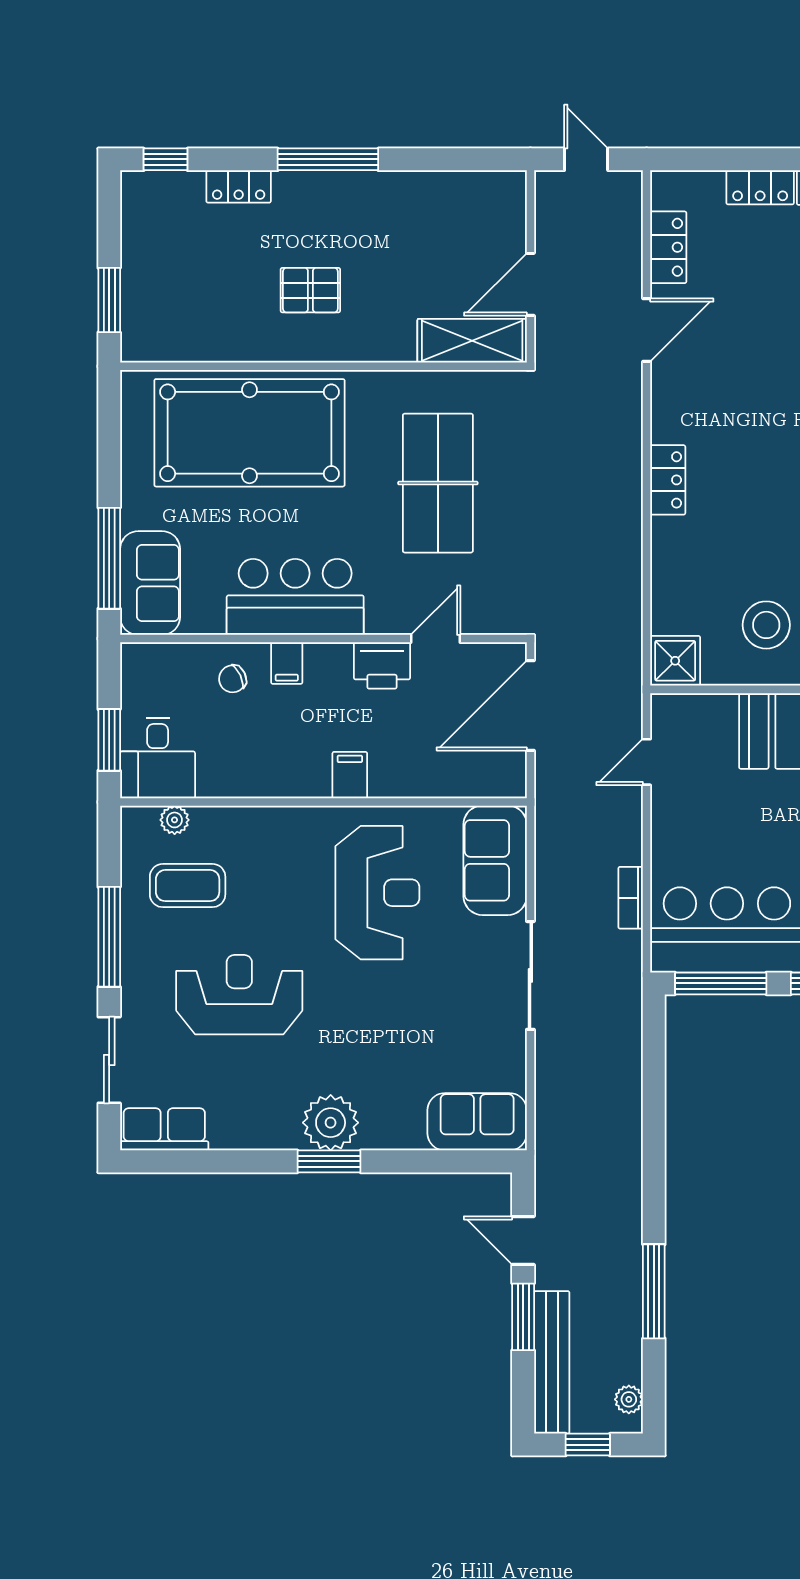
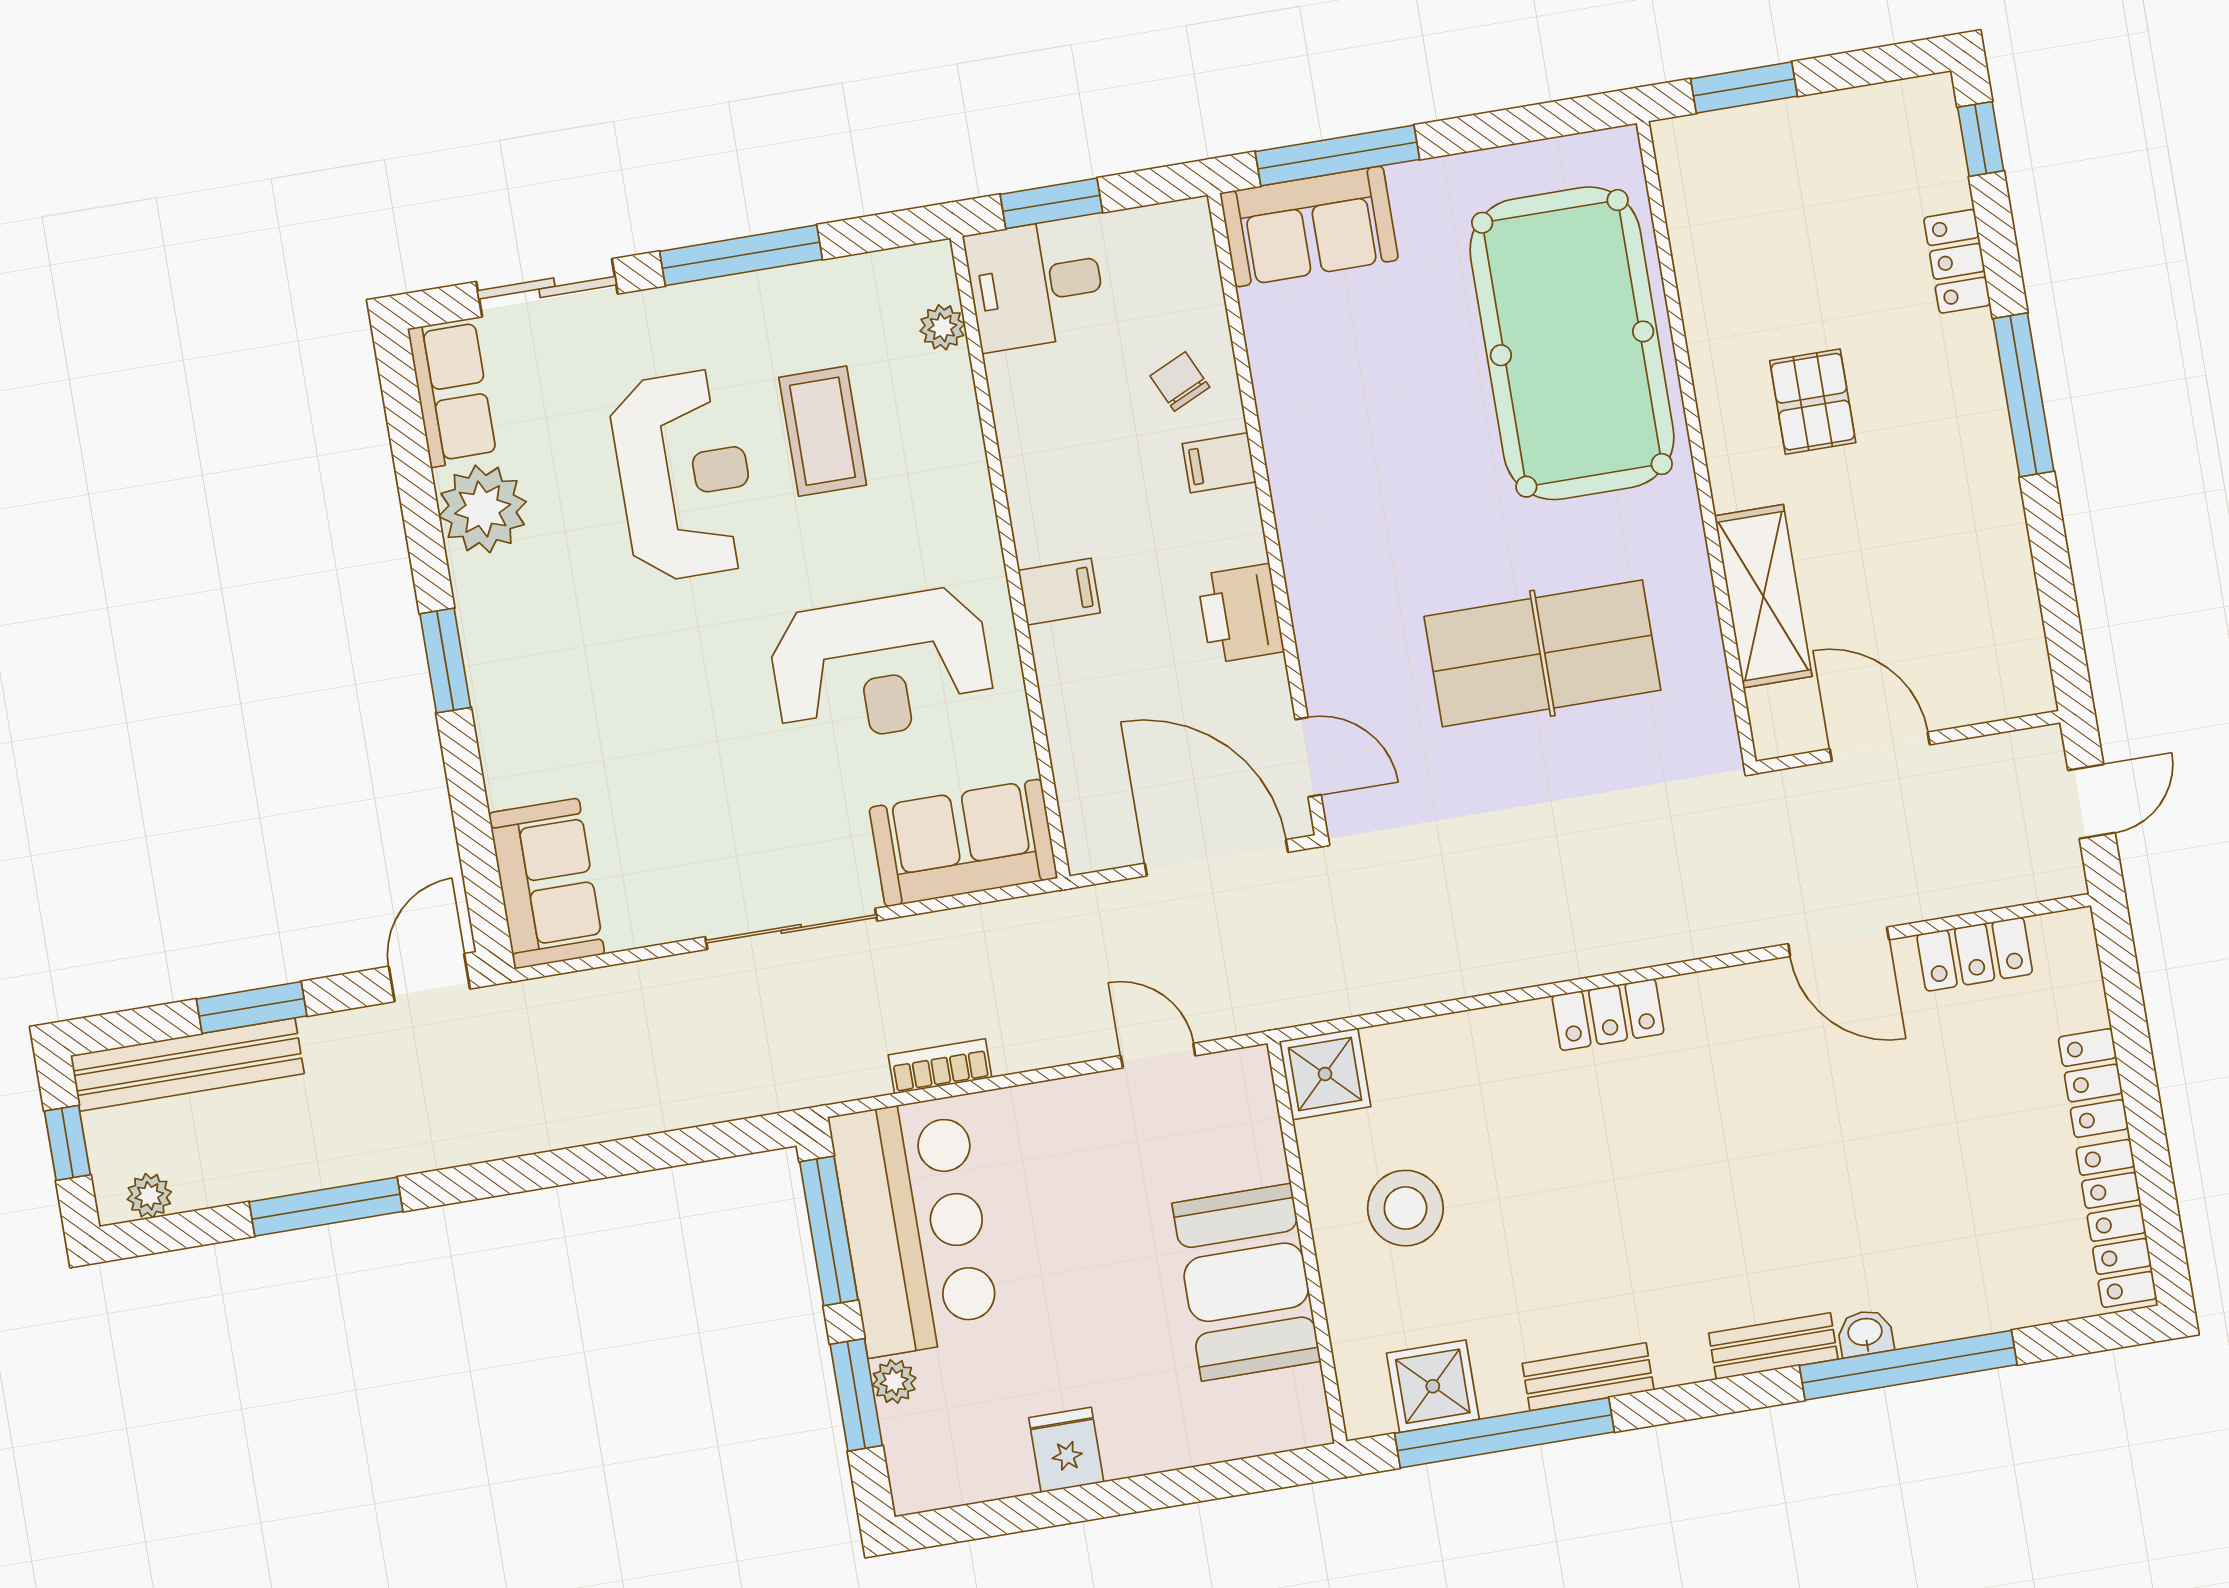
shelving: (472, 341) -> (1763, 596), moved
bar counter: (295, 597) -> (1326, 459), removed
door: (436, 639) -> (1308, 757), moved
coffee table: (188, 886) -> (823, 431), moved
plant: (331, 1123) -> (483, 509), moved
door: (523, 1240) -> (429, 978), moved

